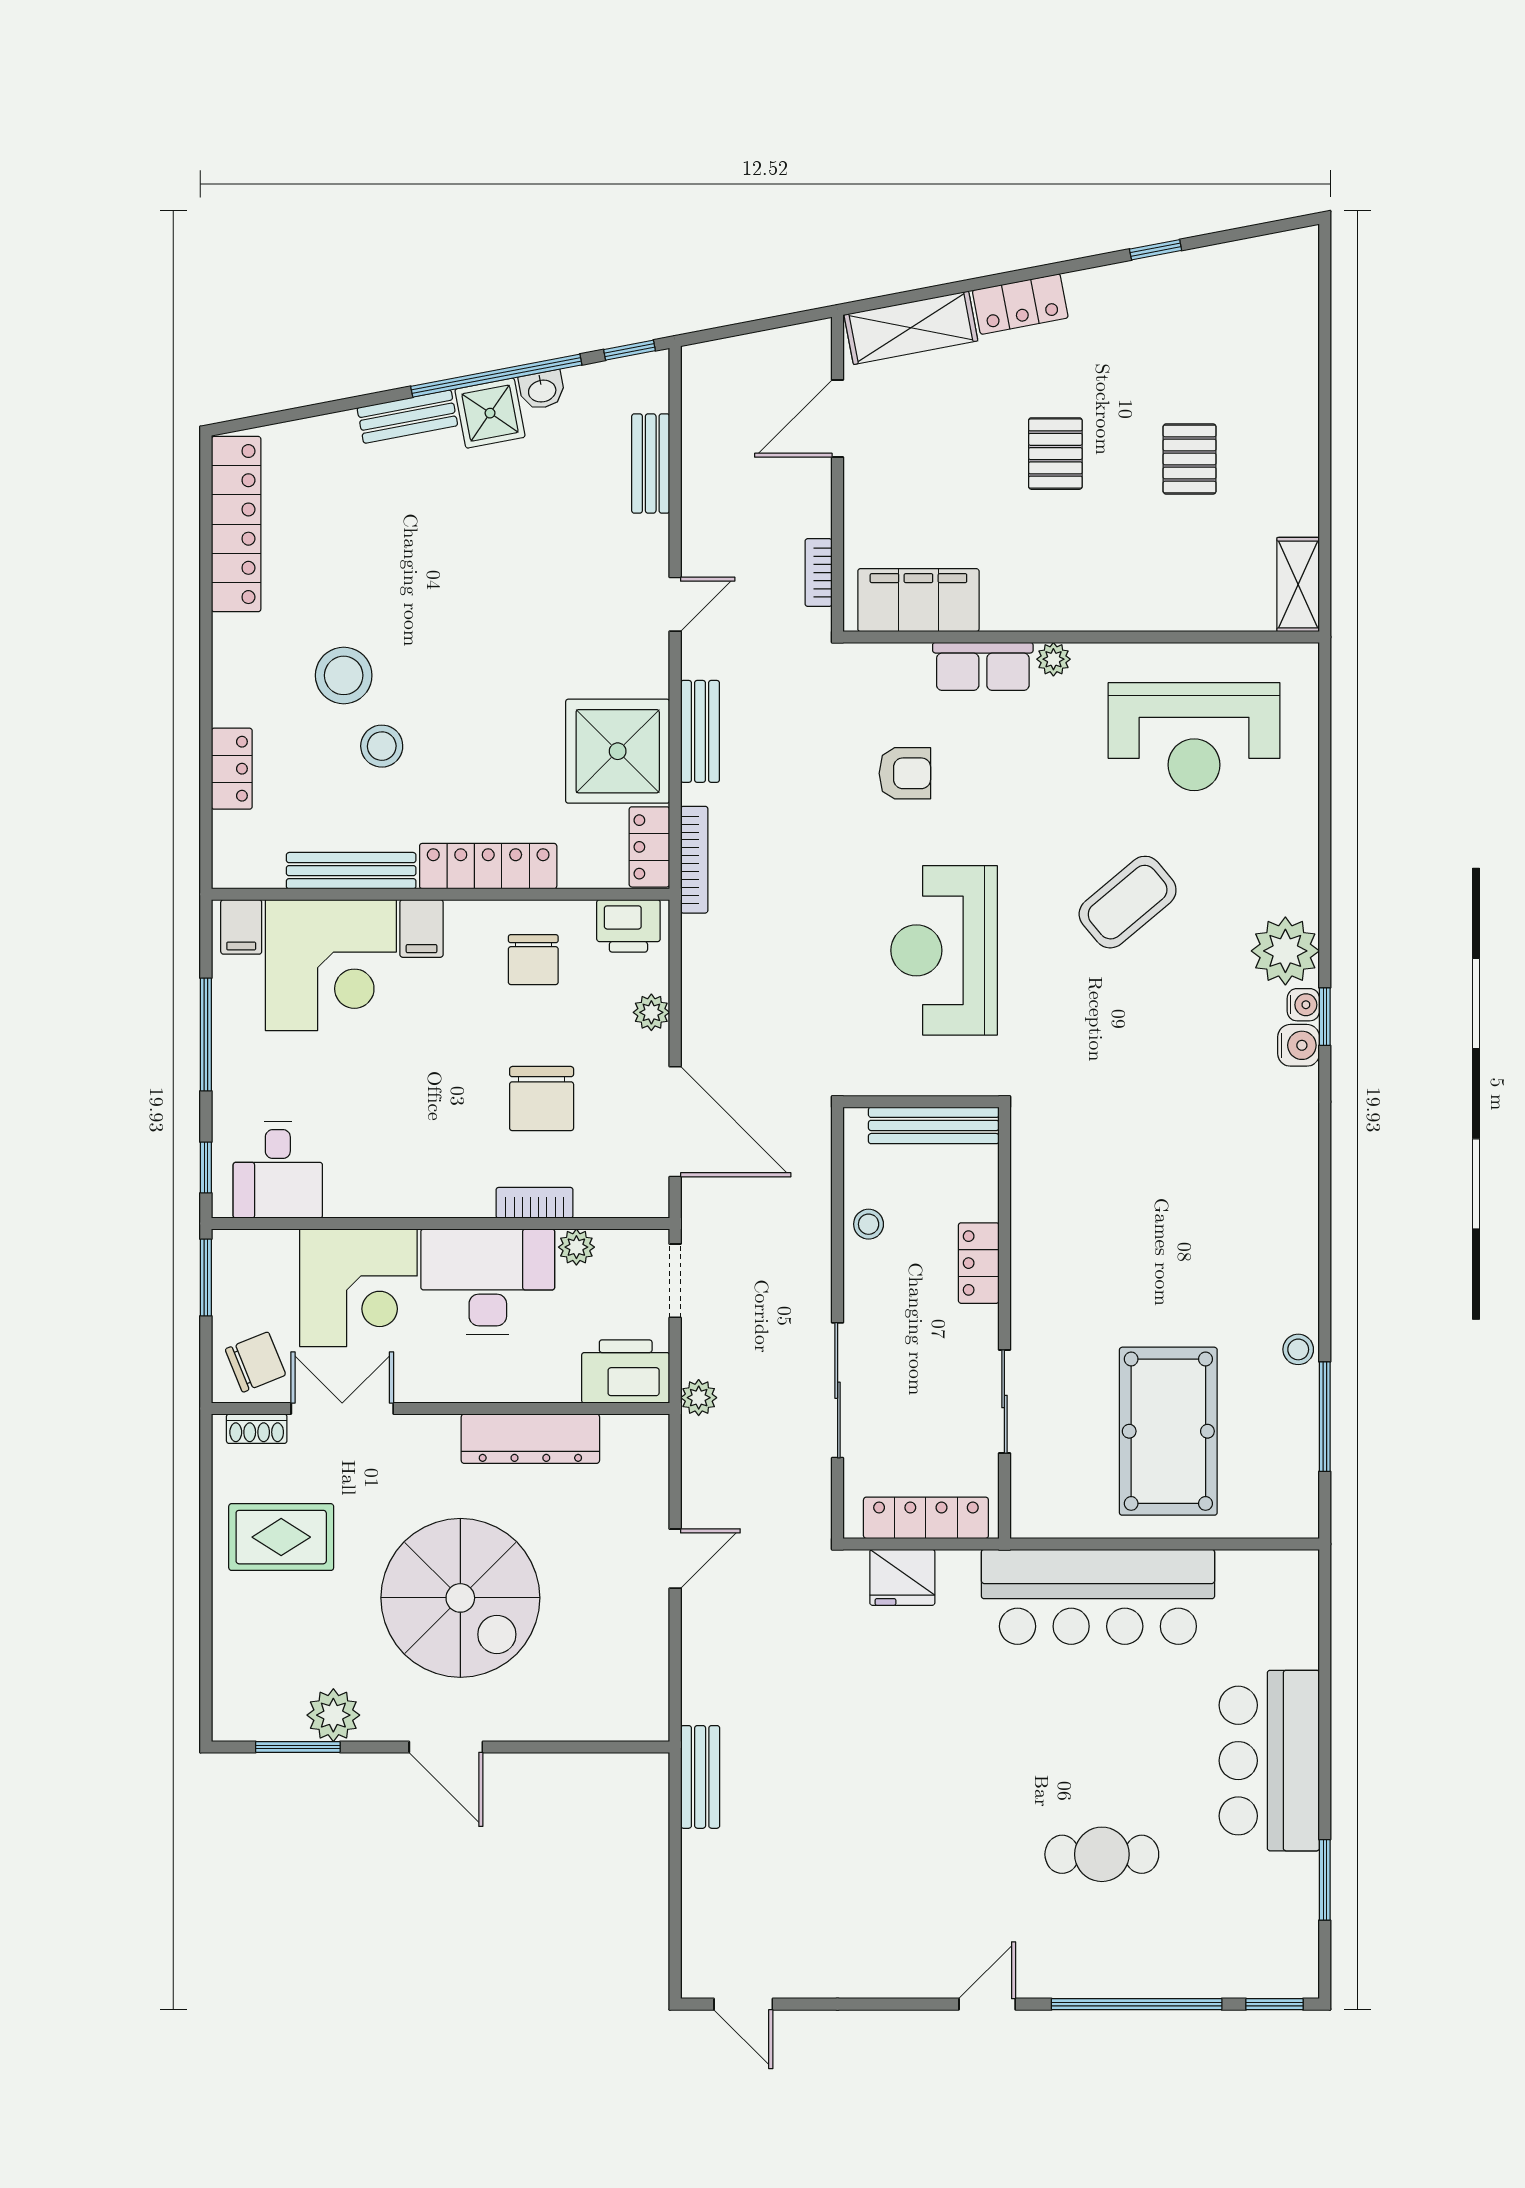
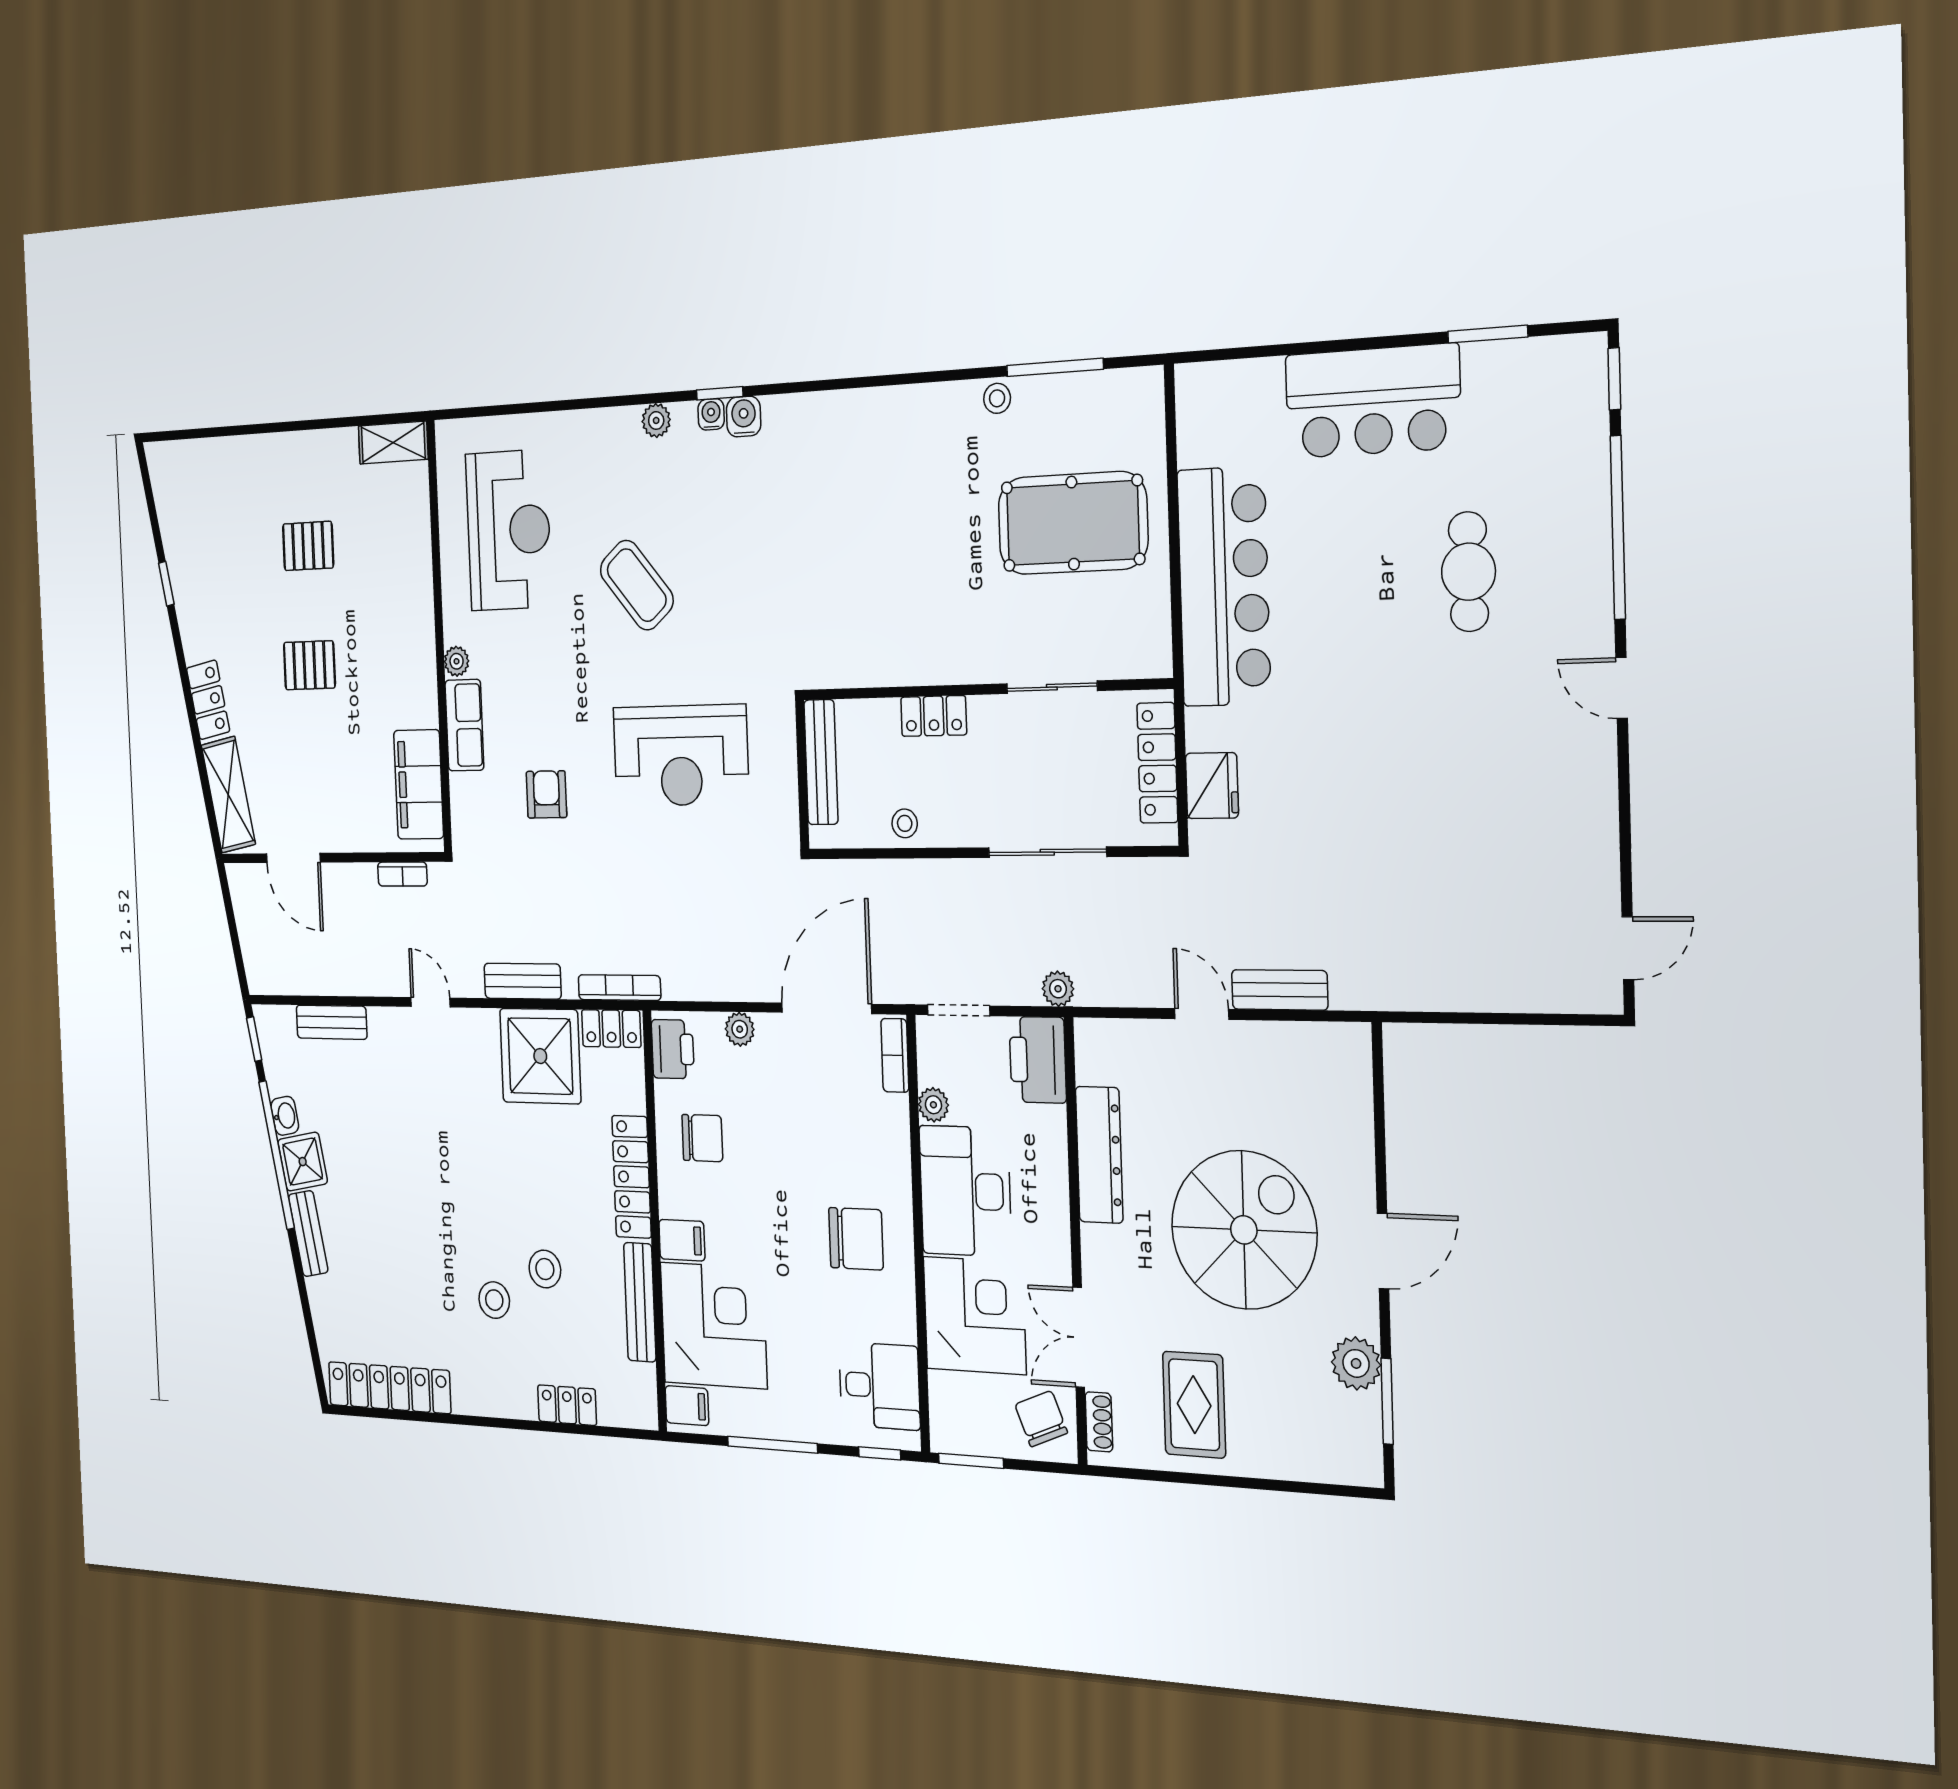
stool: (344, 675) -> (494, 1300), width x0.73, depth x0.73
plant: (1285, 951) -> (656, 420), width x0.53, depth x0.53
chair: (542, 1099) -> (856, 1239), moved
bookcase: (535, 1203) -> (895, 1055), moved
bench: (700, 1777) -> (1280, 990), moved

